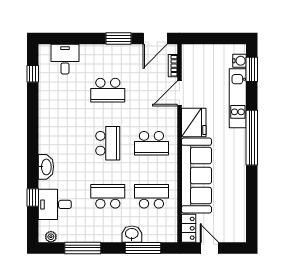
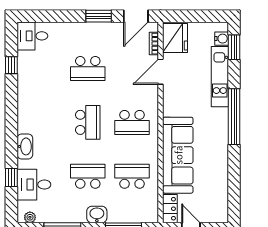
desk: (65, 59) -> (32, 36), moved, turned -90
window: (33, 74) -> (11, 65), moved
fridge: (194, 123) -> (175, 38), moved
washbasin: (132, 234) -> (97, 215), moved

